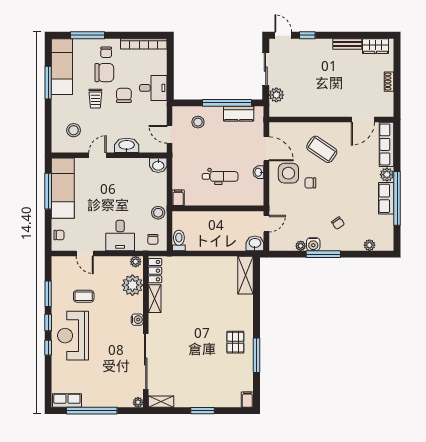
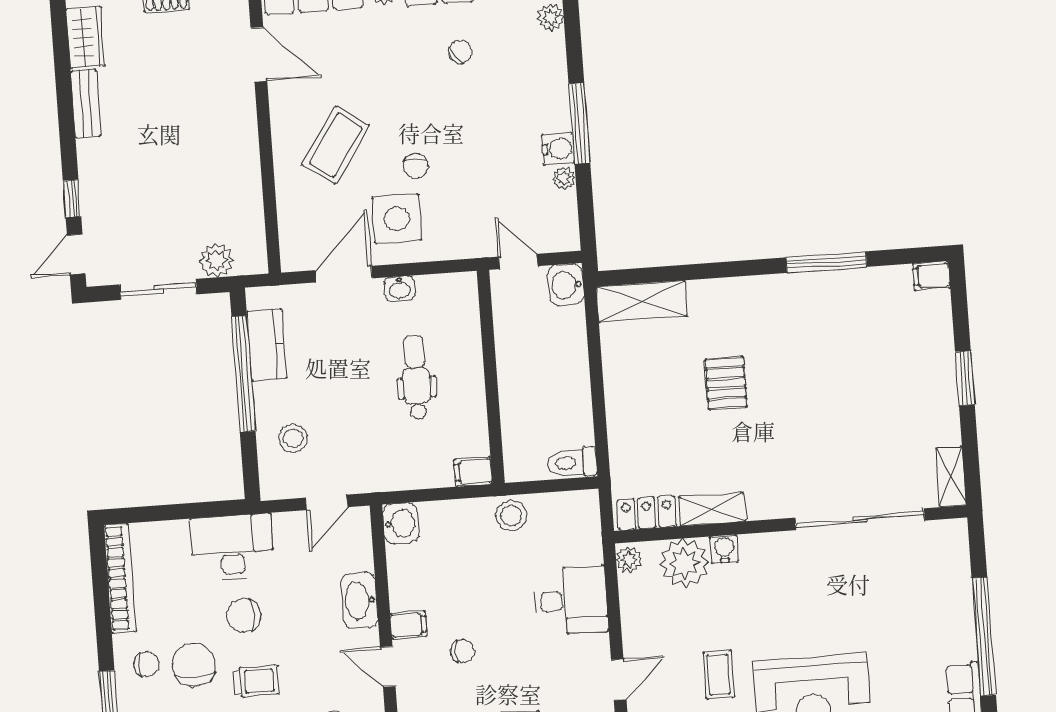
desk: (153, 88) -> (232, 547), width x1.37
filing cabinet: (115, 165) -> (408, 625), added
chair: (338, 223) -> (460, 52), moved
chair: (153, 239) -> (462, 651), moved
water cooler: (137, 320) -> (724, 549), moved
pallet: (235, 342) -> (726, 383), moved, turned 90
plant: (138, 402) -> (956, 530), removed

